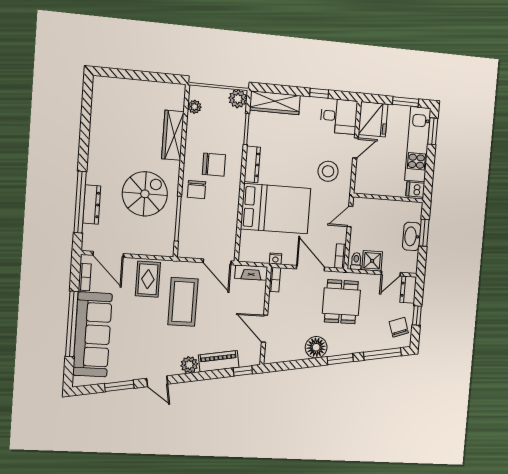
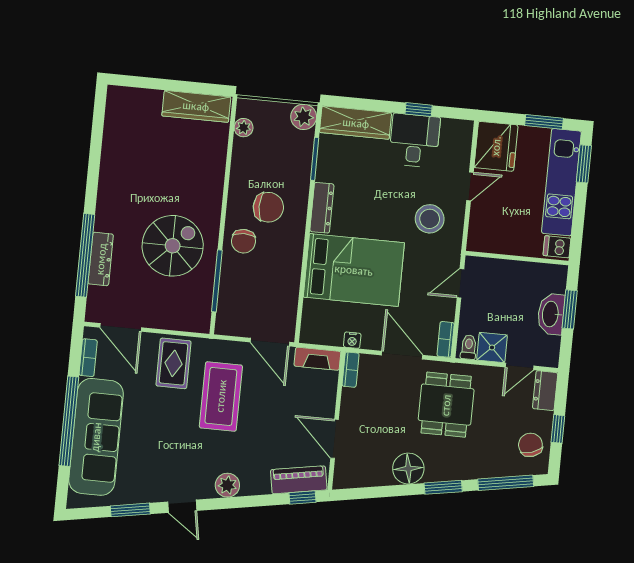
desk: (339, 116) -> (414, 140), moved, turned -90
wardrobe: (173, 135) -> (196, 106), moved, turned -90
piano: (219, 361) -> (299, 480), moved

